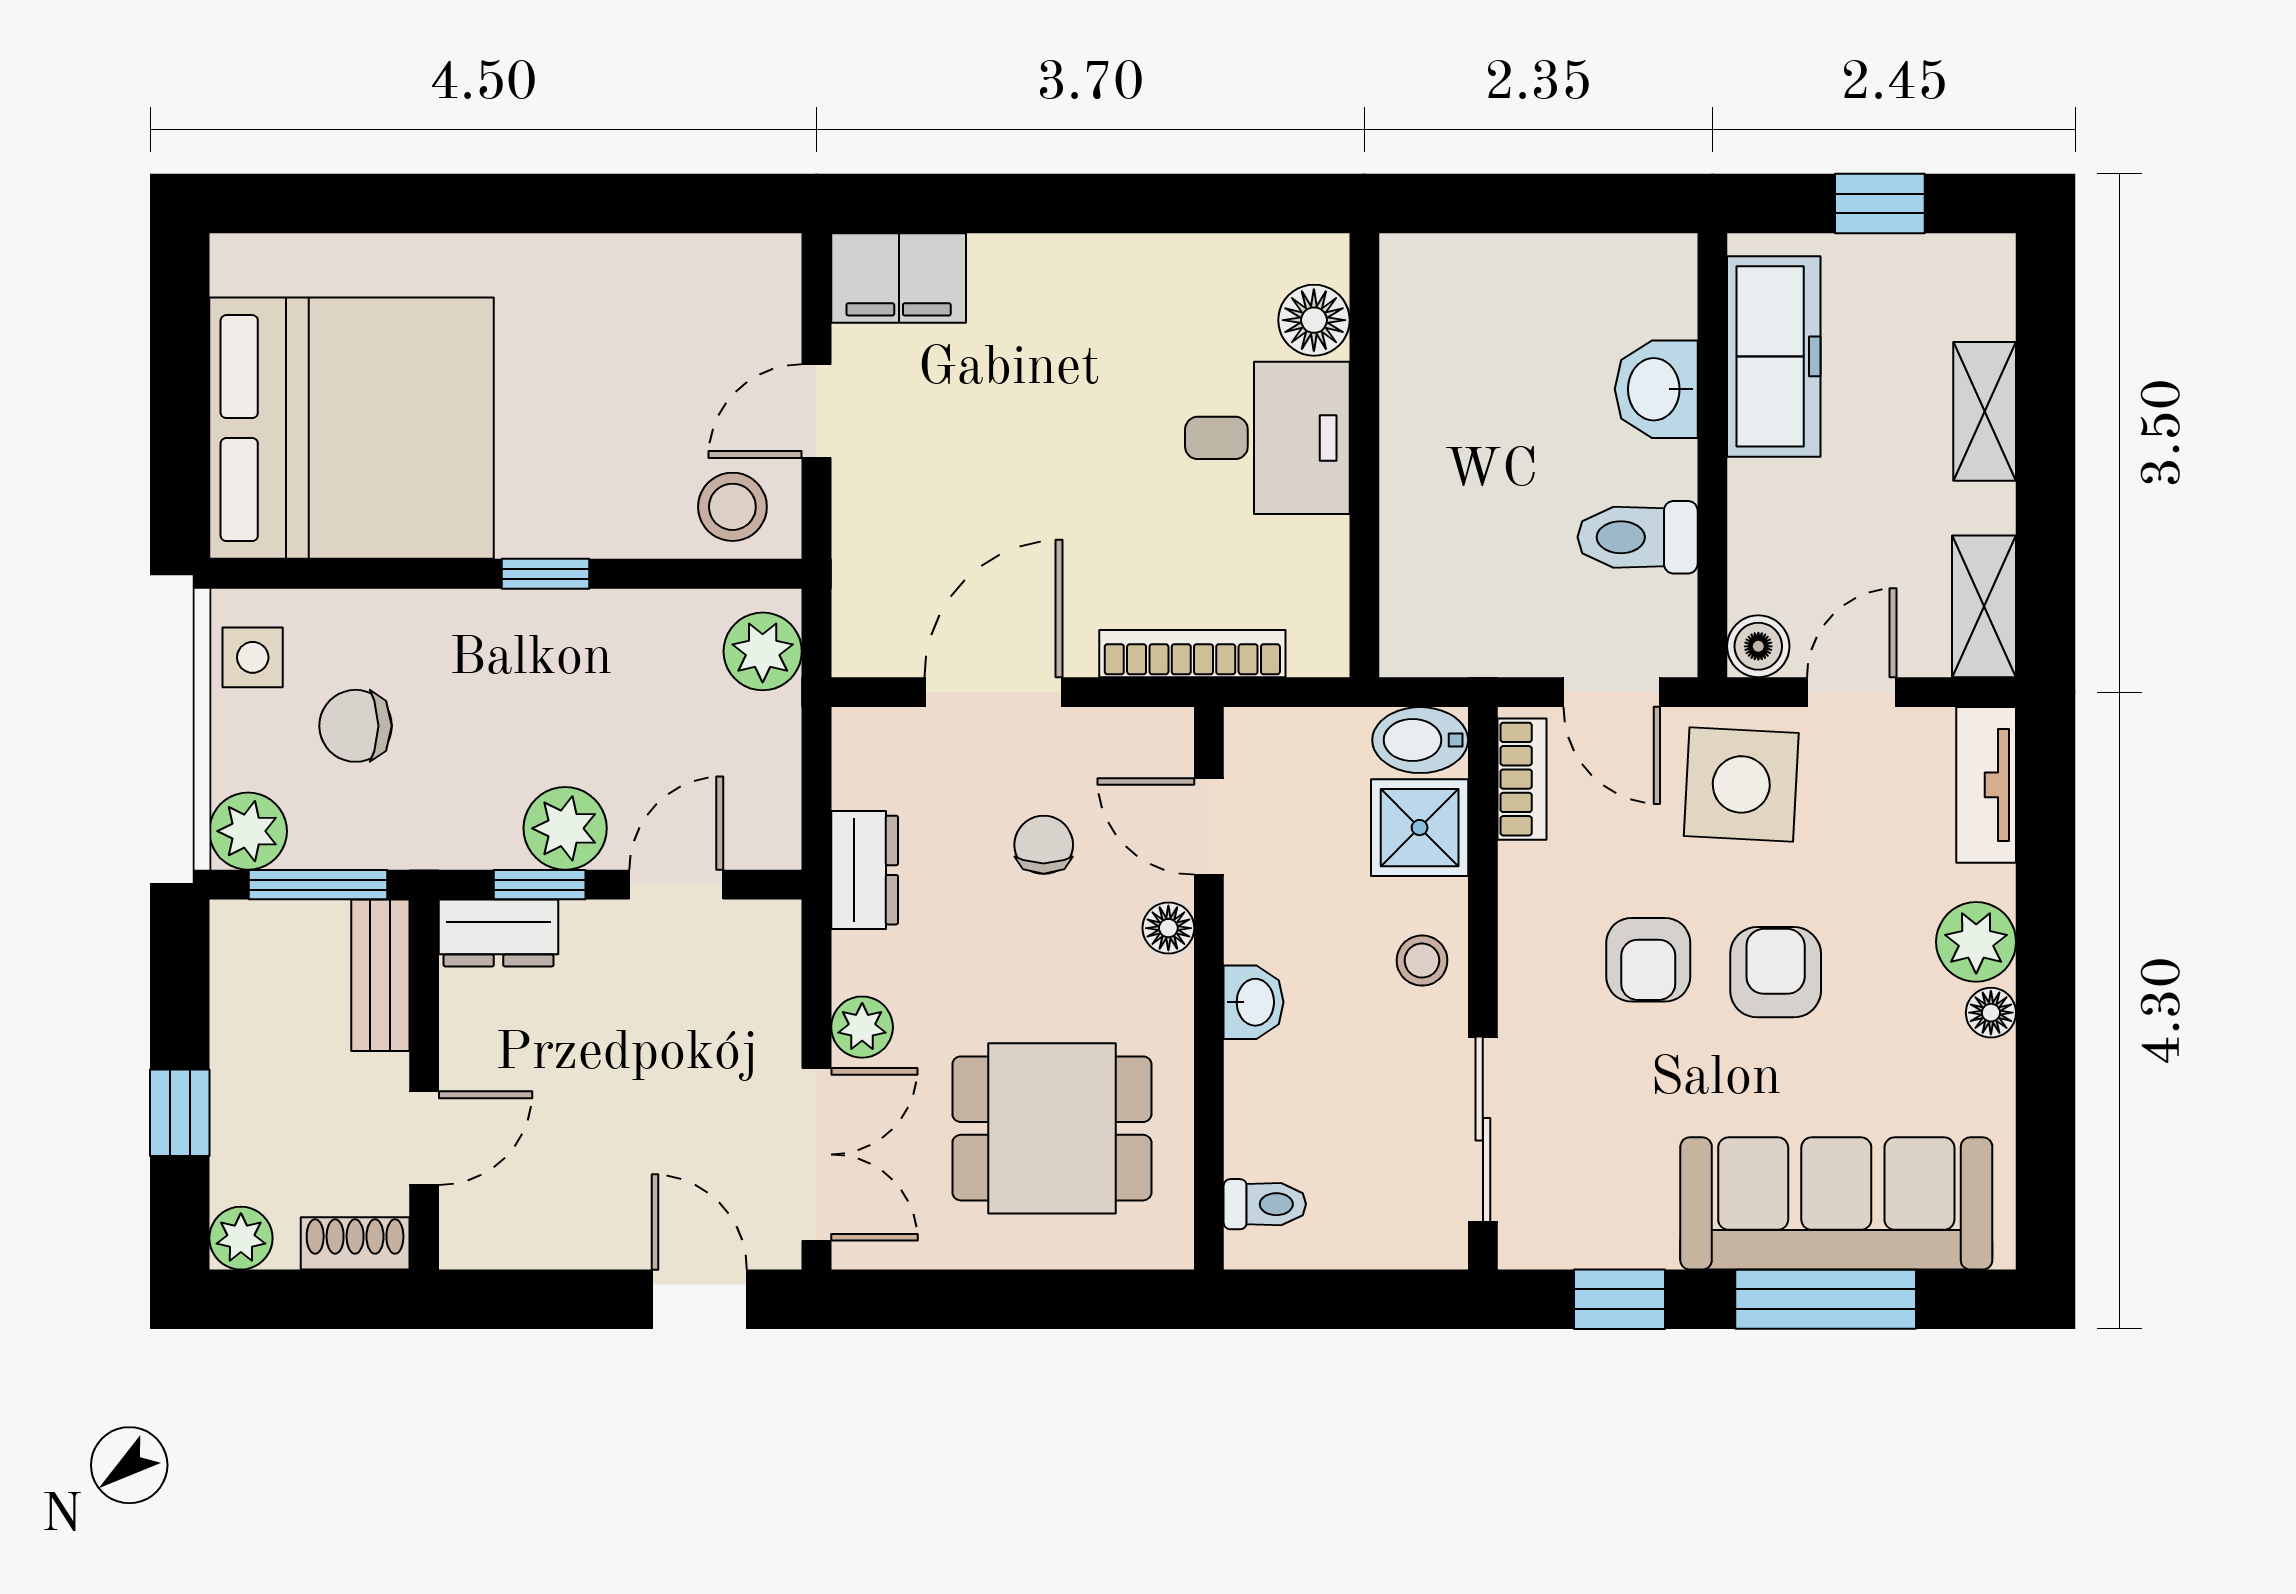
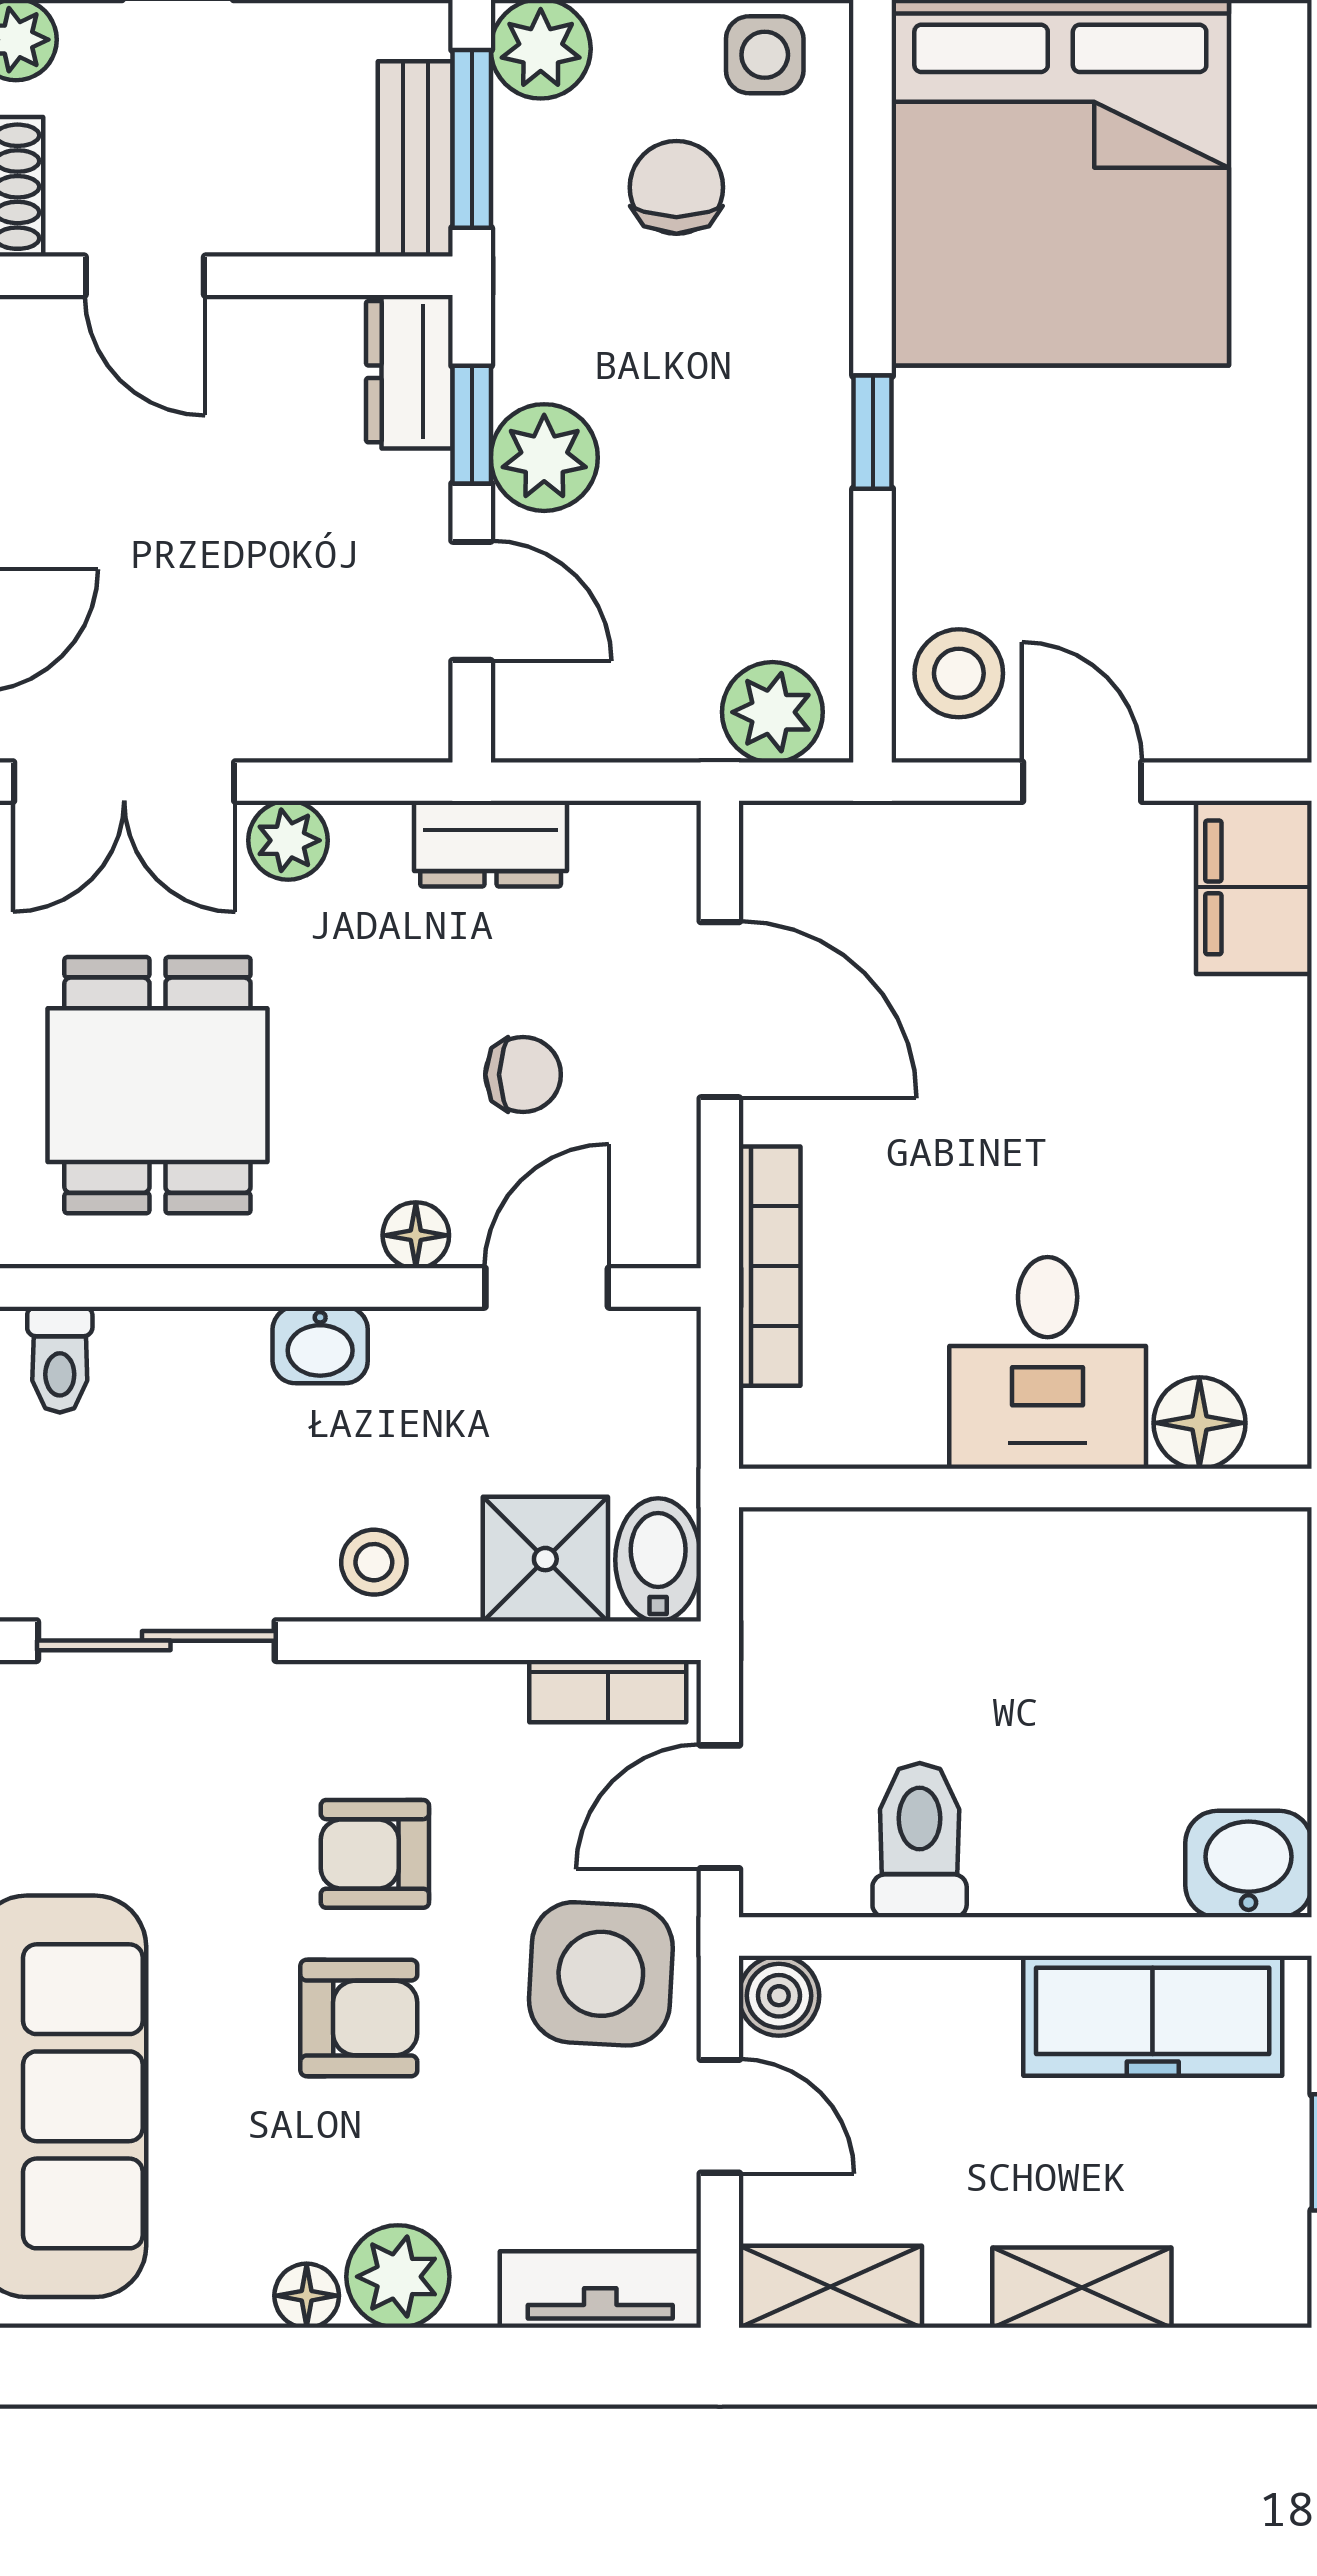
washbasin: (1656, 389) -> (1249, 1864), moved
bench: (380, 975) -> (415, 159), moved, turned 90

